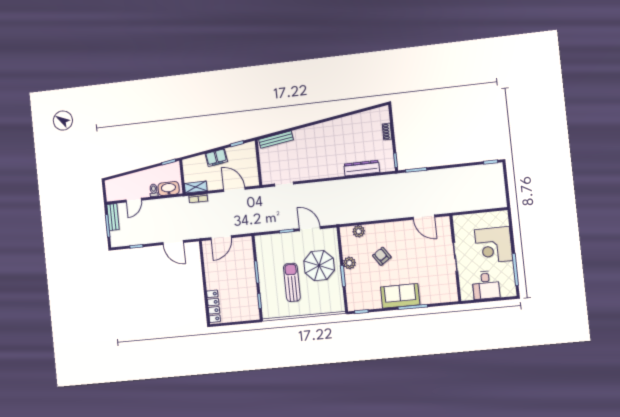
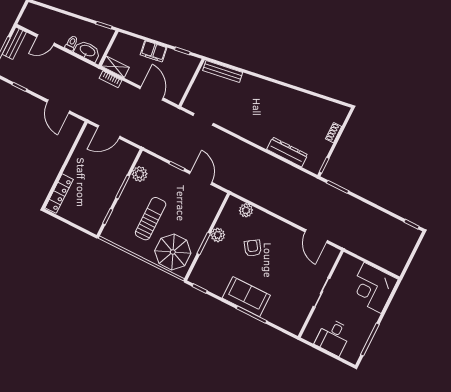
corner desk: (494, 245) -> (373, 288), moved
plant: (263, 254) -> (140, 174), added
parasol: (319, 266) -> (173, 252), moved

